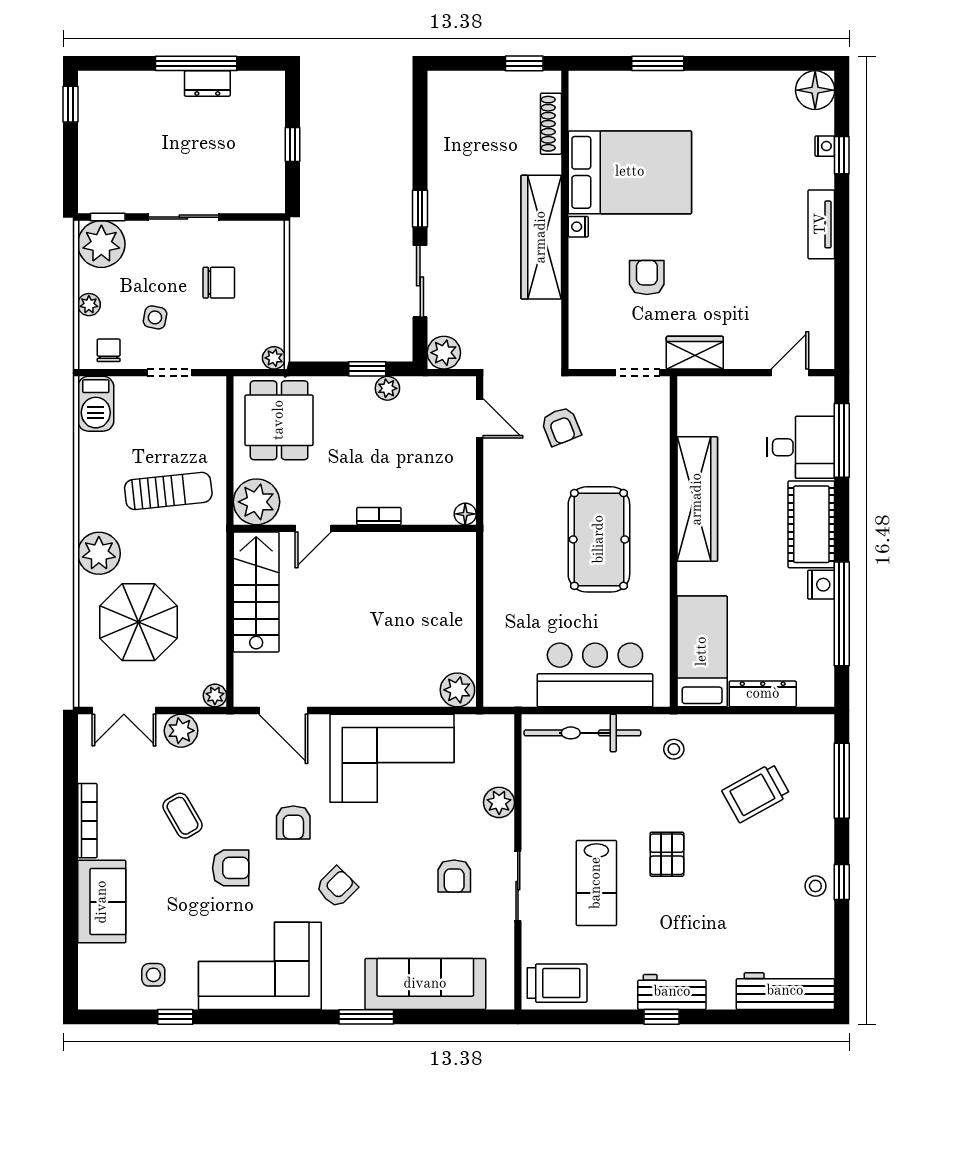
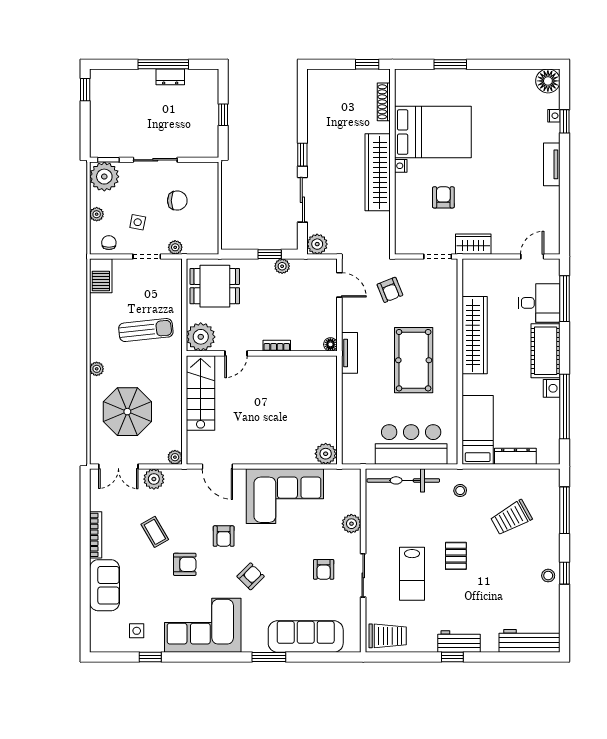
plant: (274, 358) -> (175, 247), moved
dining table: (279, 420) -> (215, 286), turned 90
tv unit: (496, 528) -> (349, 353), added
plant: (99, 553) -> (97, 369), width x0.53, depth x0.53

